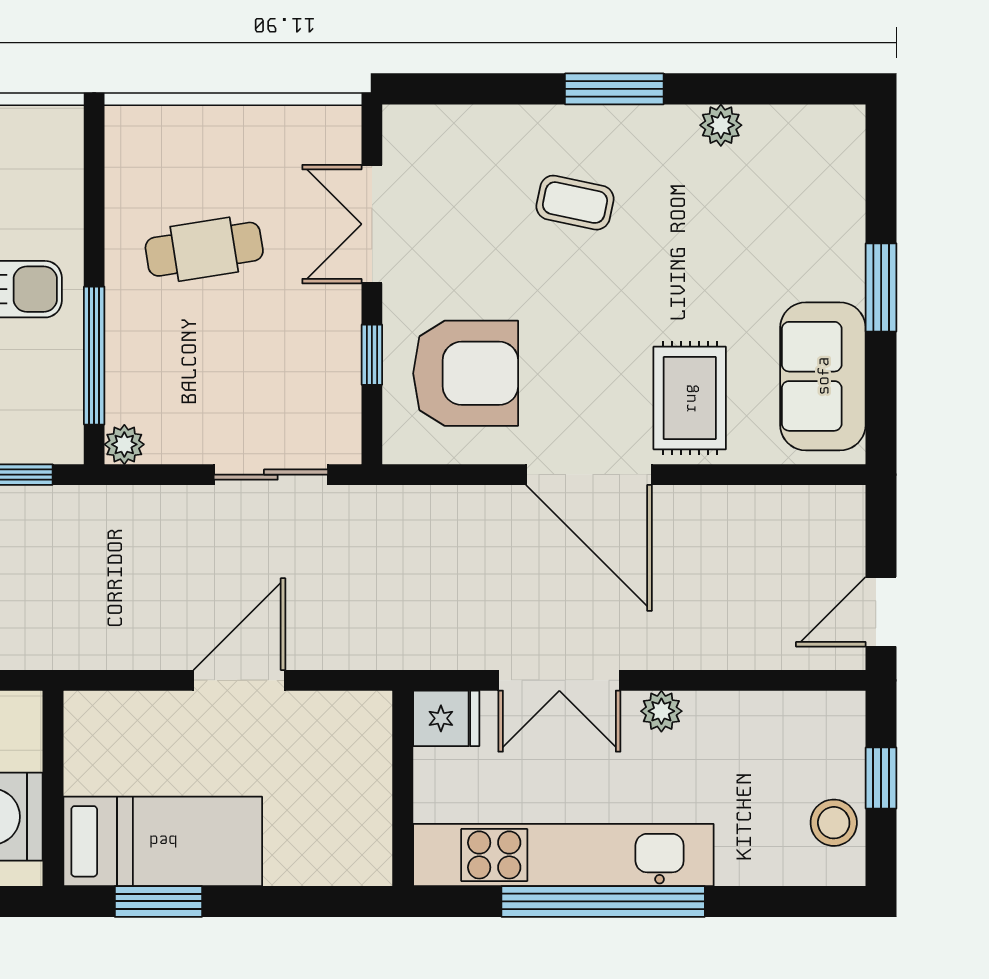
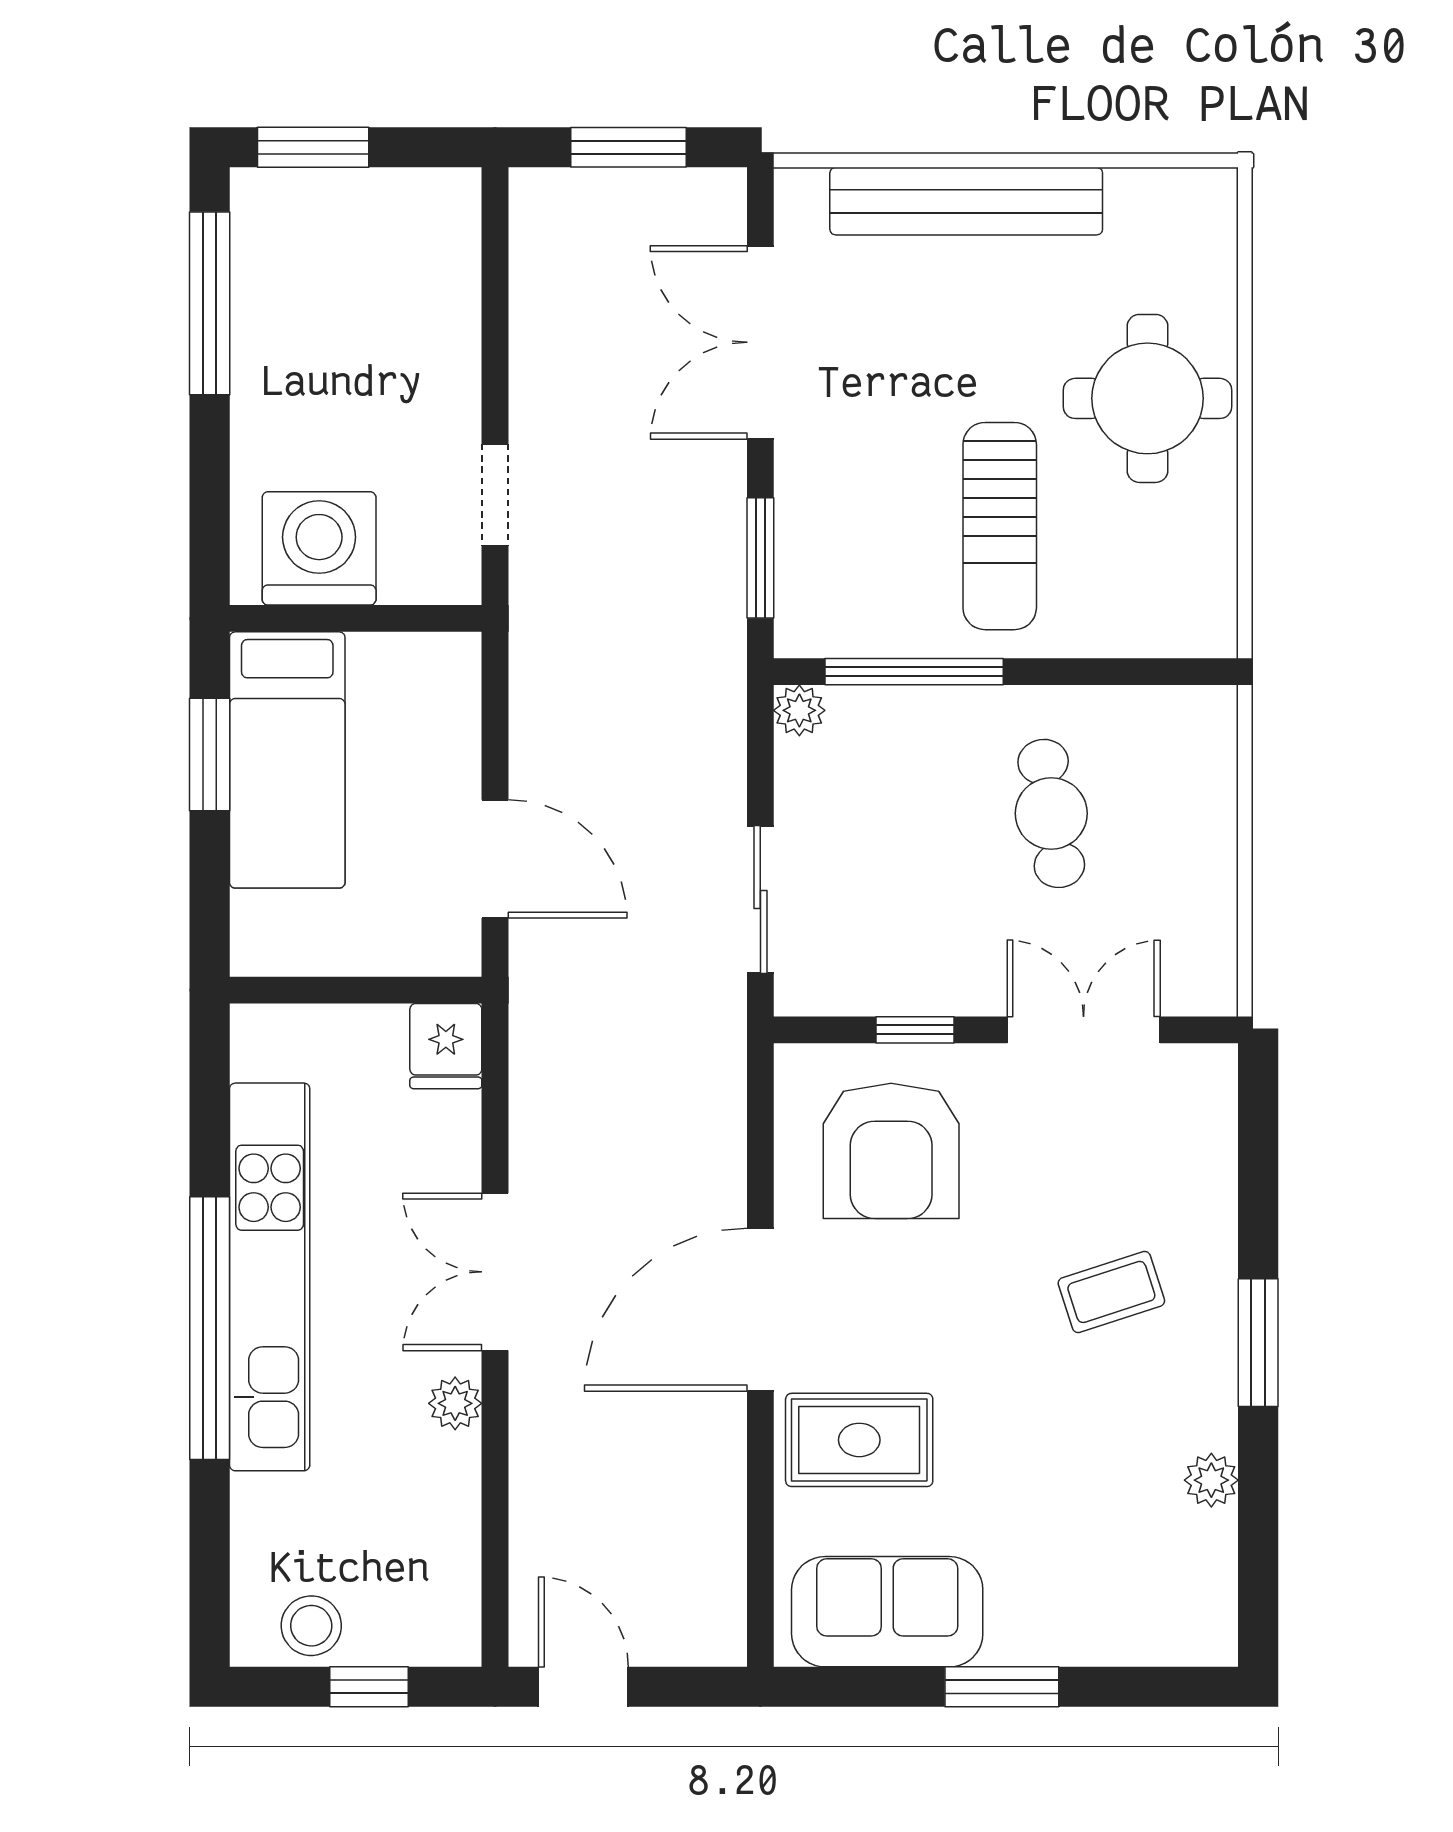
coffee table: (575, 203) -> (1111, 1292), turned 60
fridge: (446, 718) -> (446, 1046), moved
wall: (403, 788) -> (356, 990), moved

